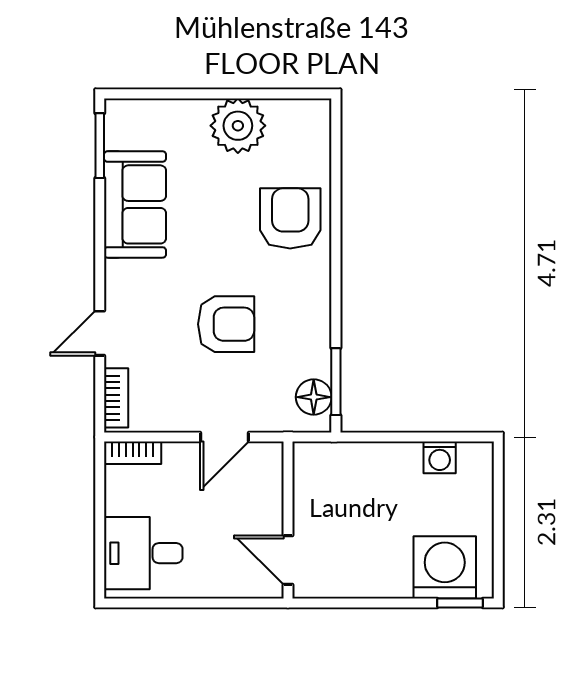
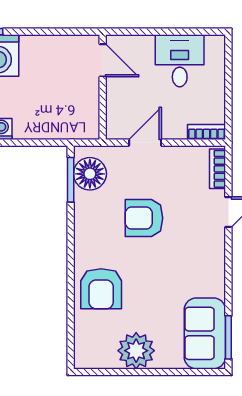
sofa: (135, 204) -> (205, 333), moved
floor lamp: (314, 397) -> (90, 174), width x1.38, depth x1.38
desk: (143, 553) -> (180, 61), moved, turned -90

